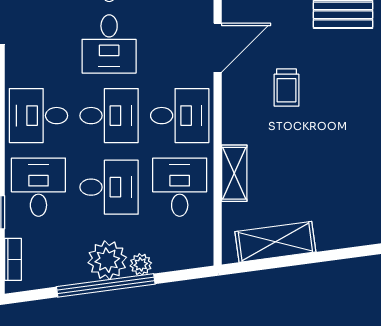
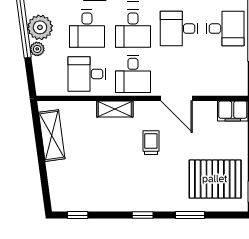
trolley: (286, 88) -> (151, 143), turned 90
shelving: (234, 173) -> (115, 109), moved
desk: (180, 187) -> (87, 74), turned 180

